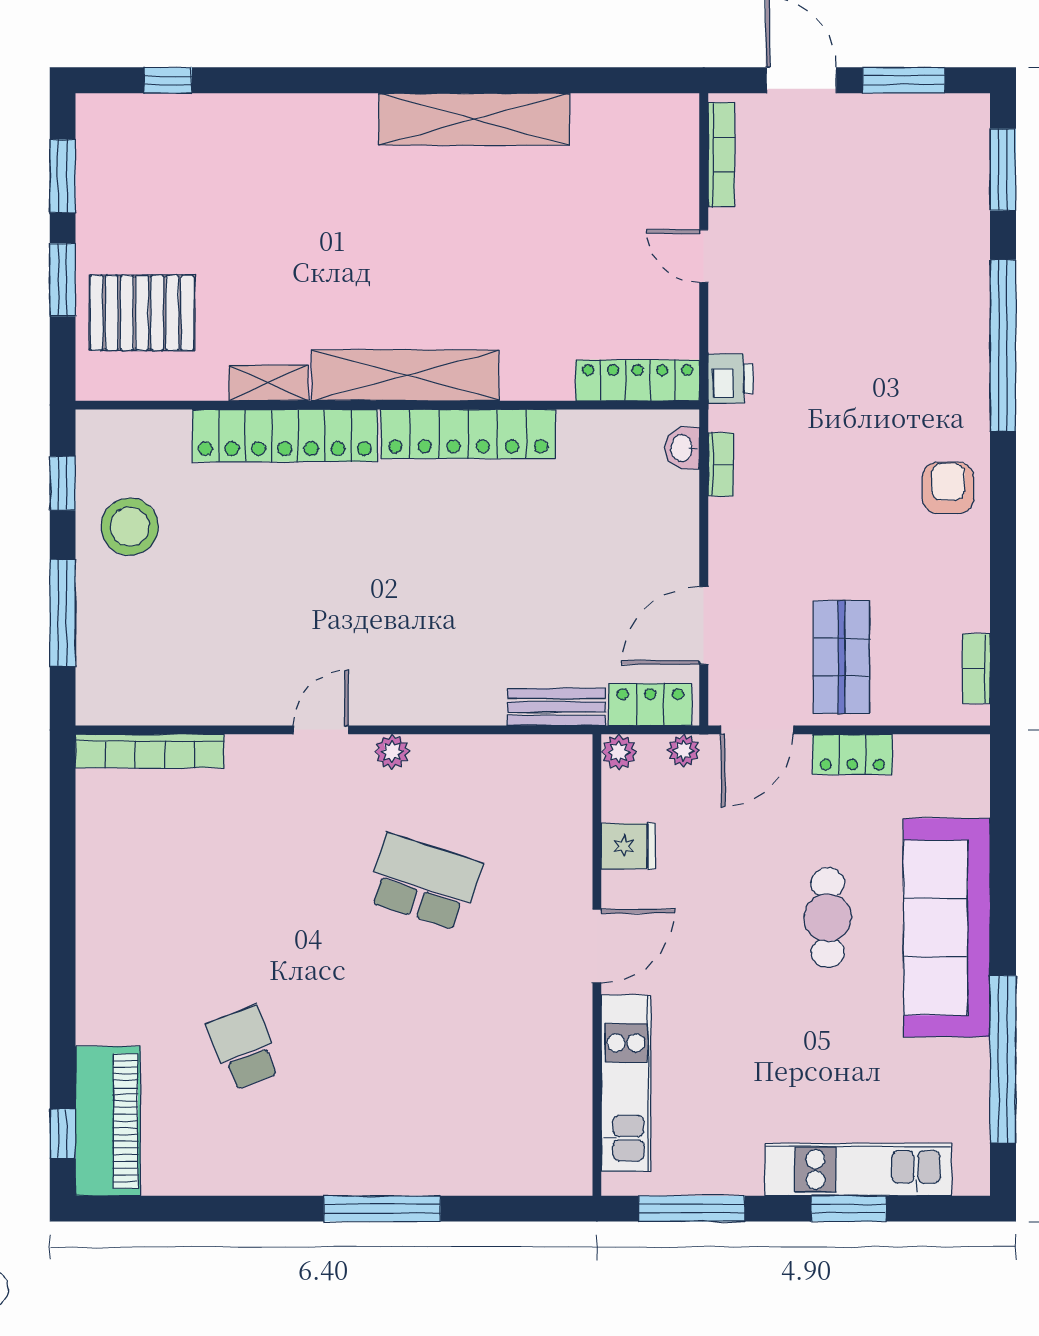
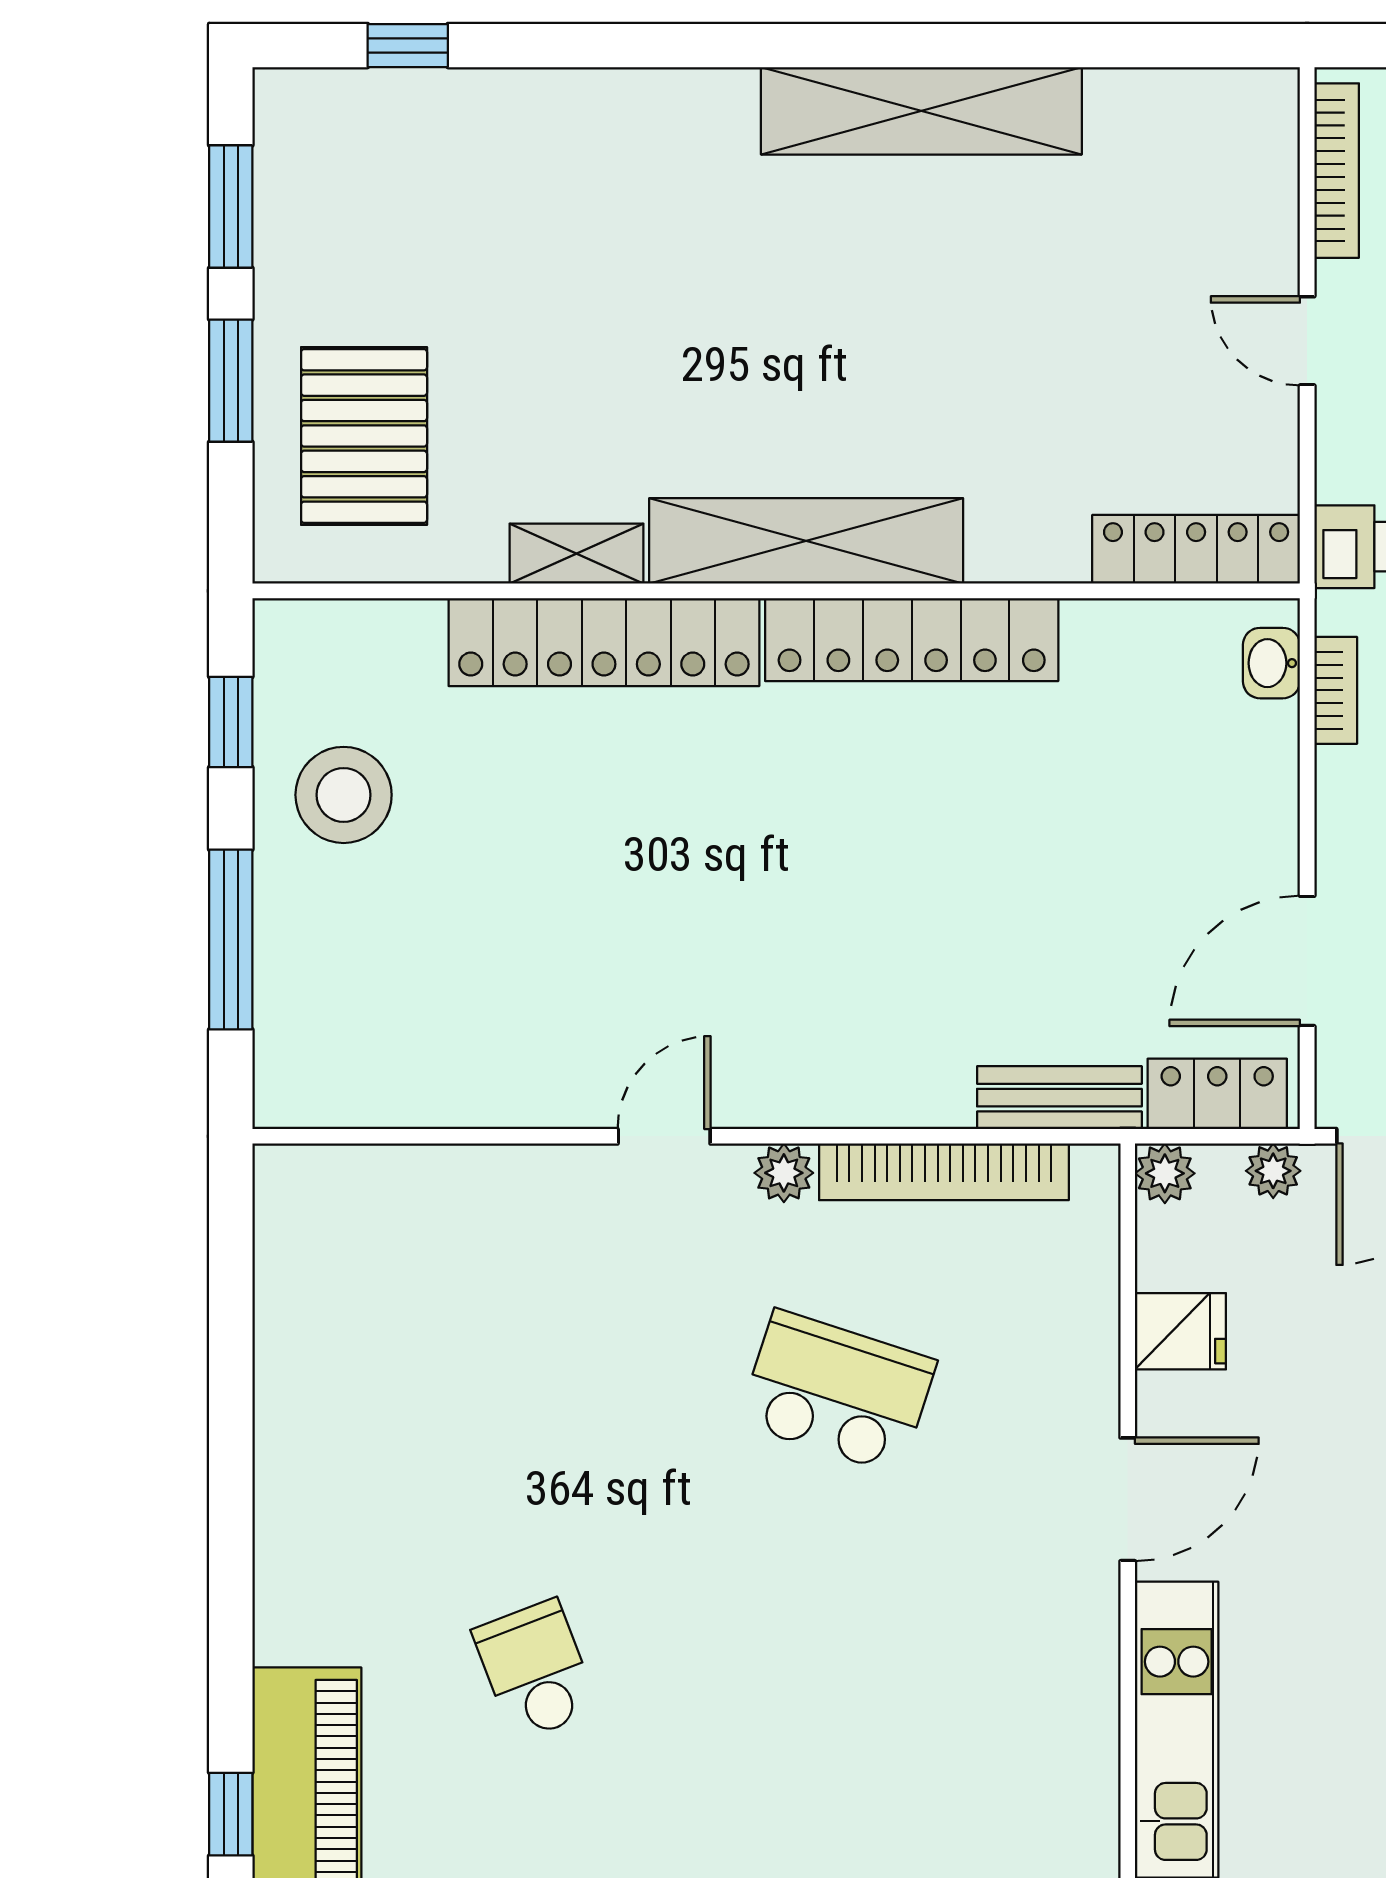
pallet: (142, 313) -> (364, 436), turned 90
bookcase: (150, 751) -> (944, 1172), moved

